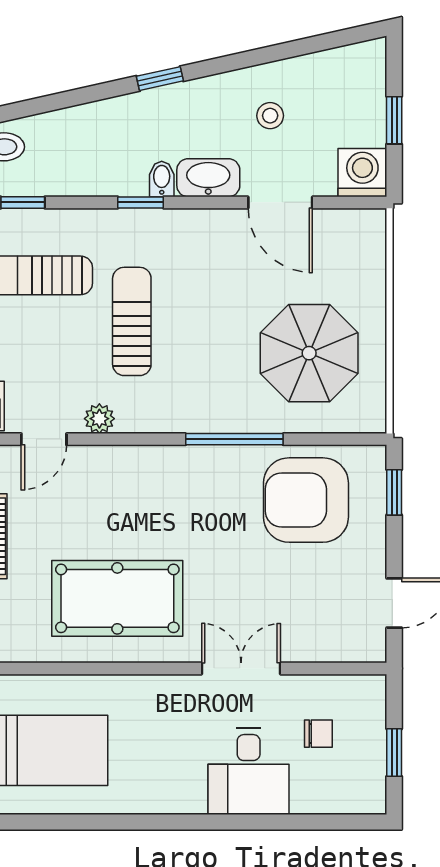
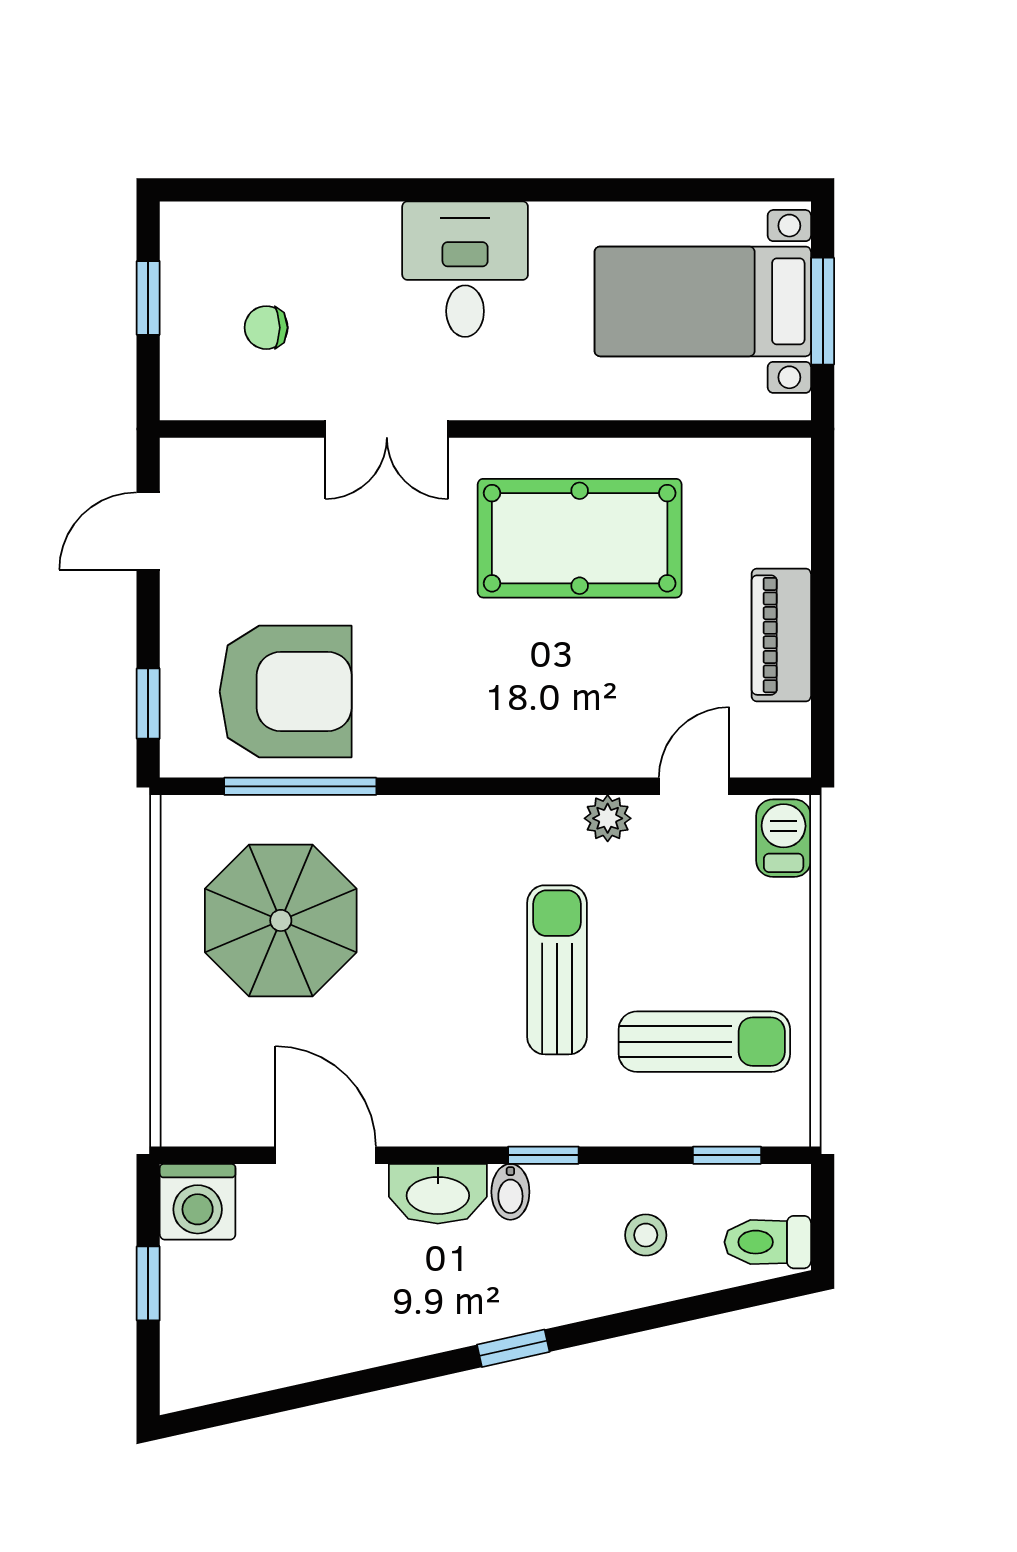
stool: (270, 116) -> (646, 1235), moved
sun lounger: (132, 321) -> (557, 970), turned 180
window: (234, 439) -> (300, 786), moved
desk: (249, 771) -> (465, 269), moved

